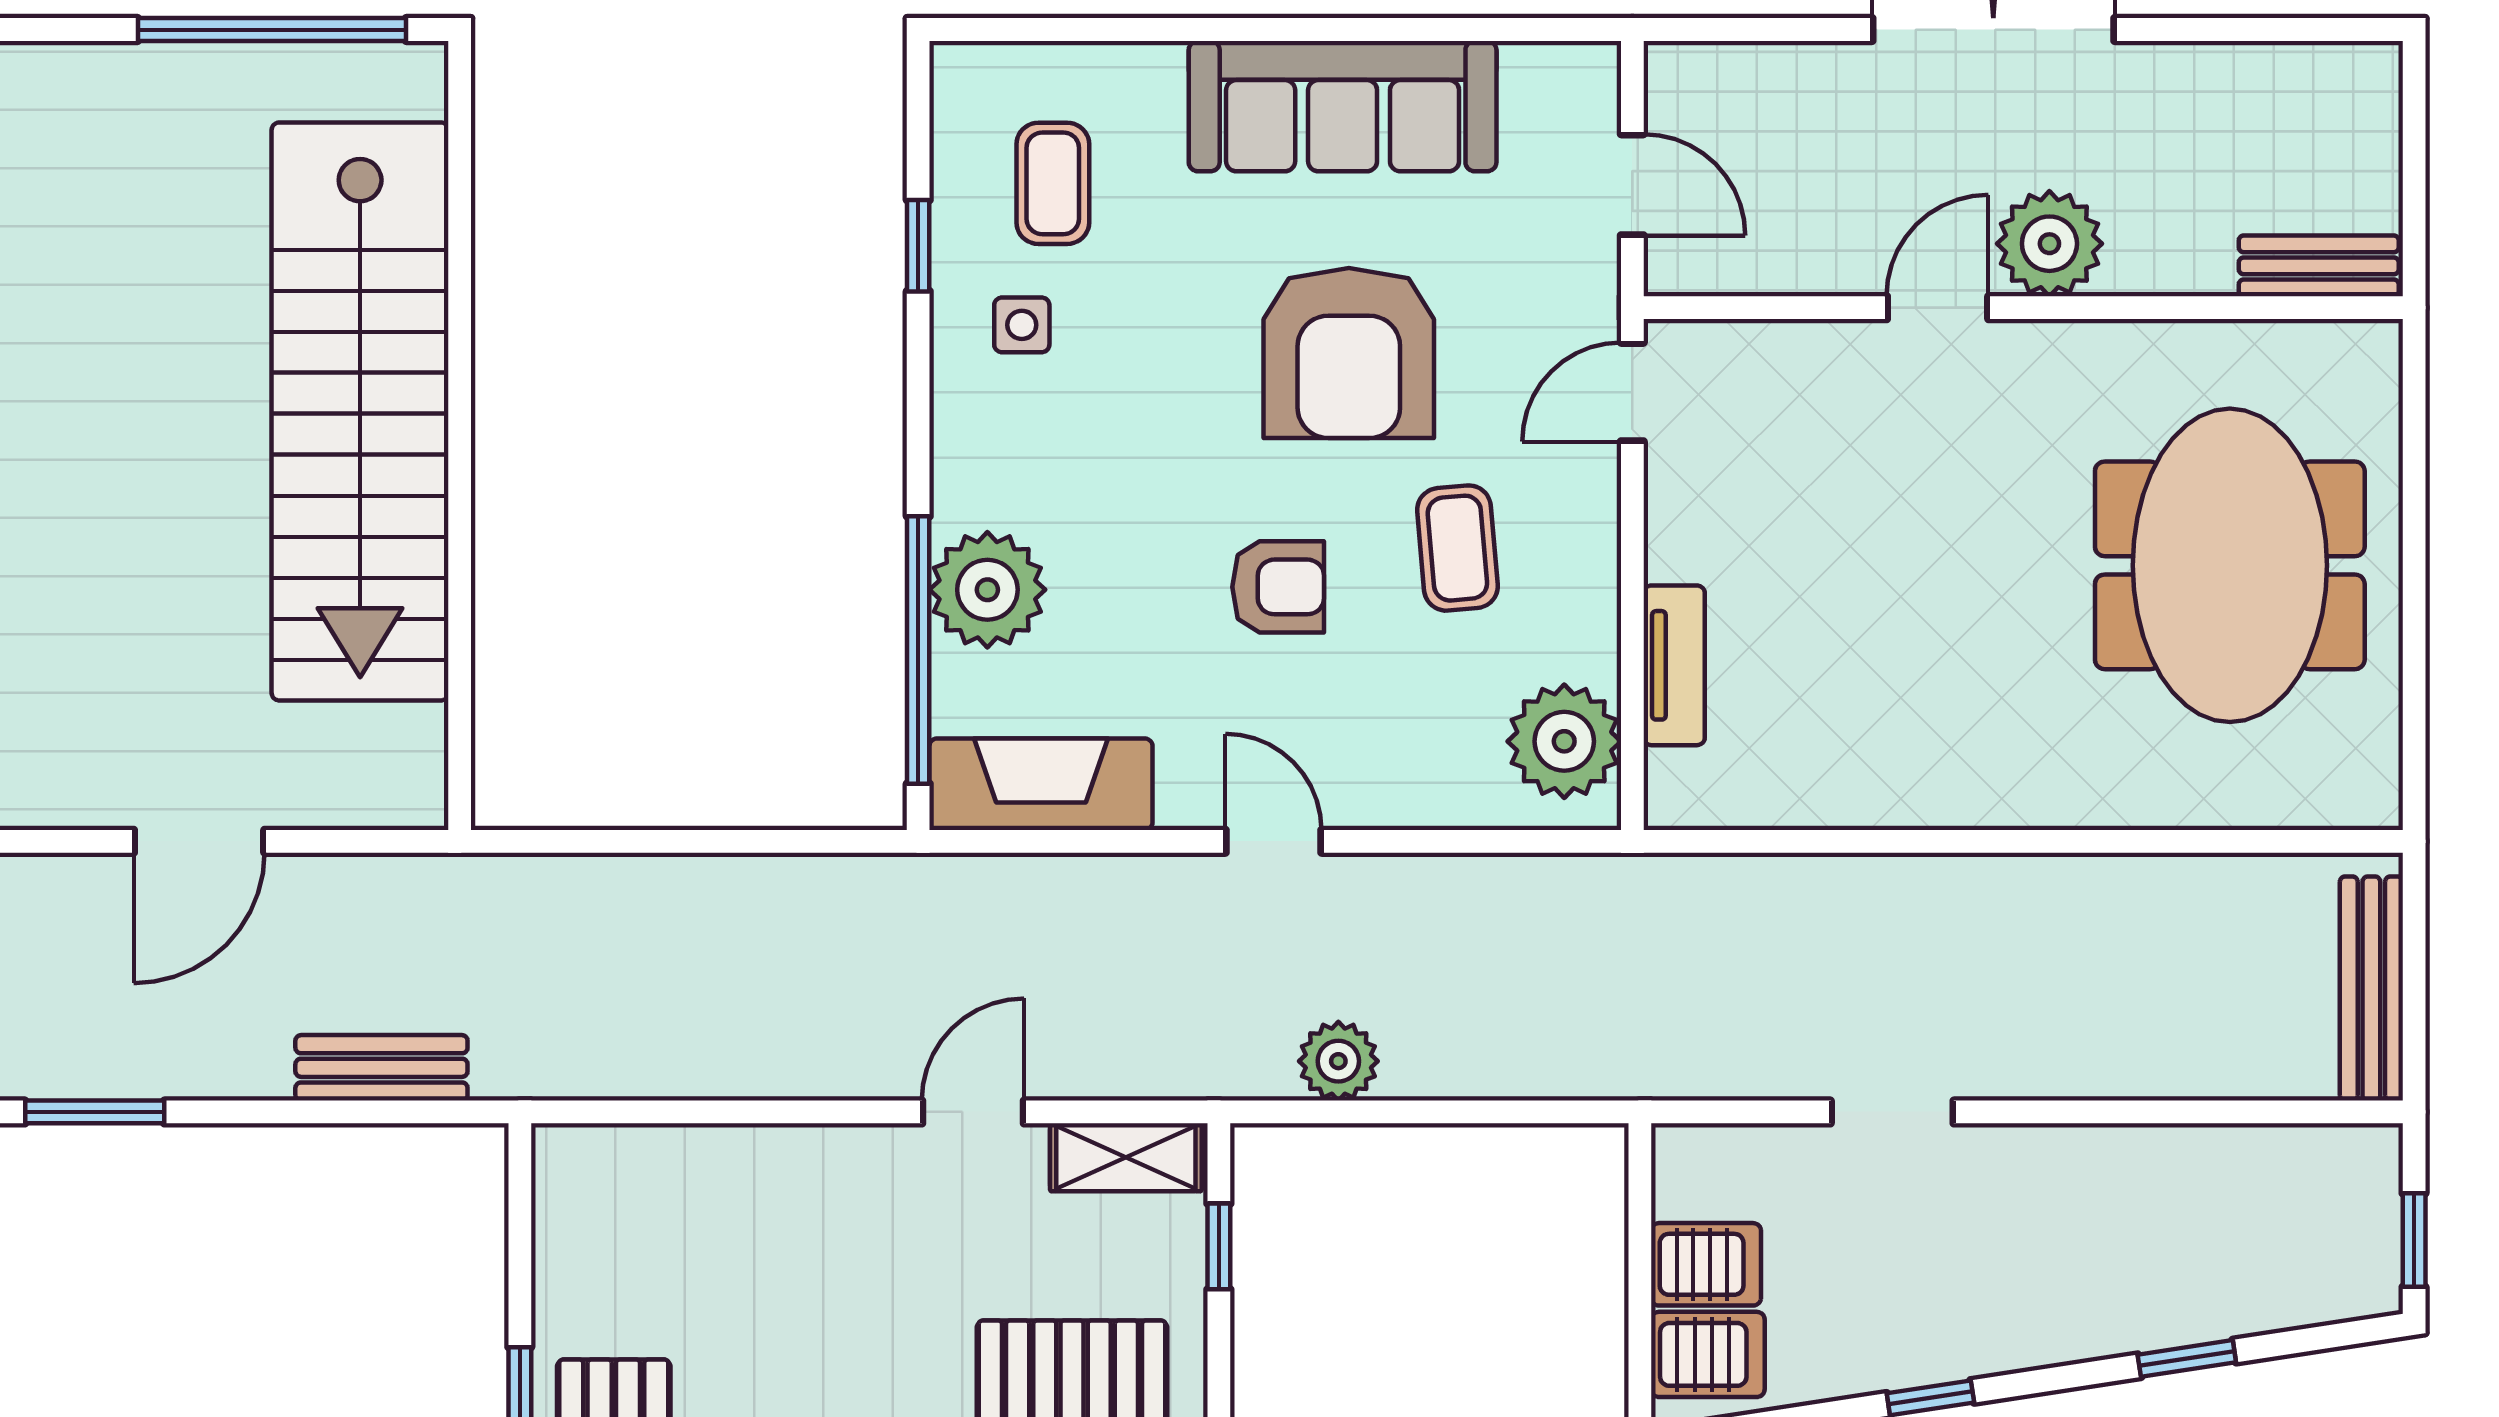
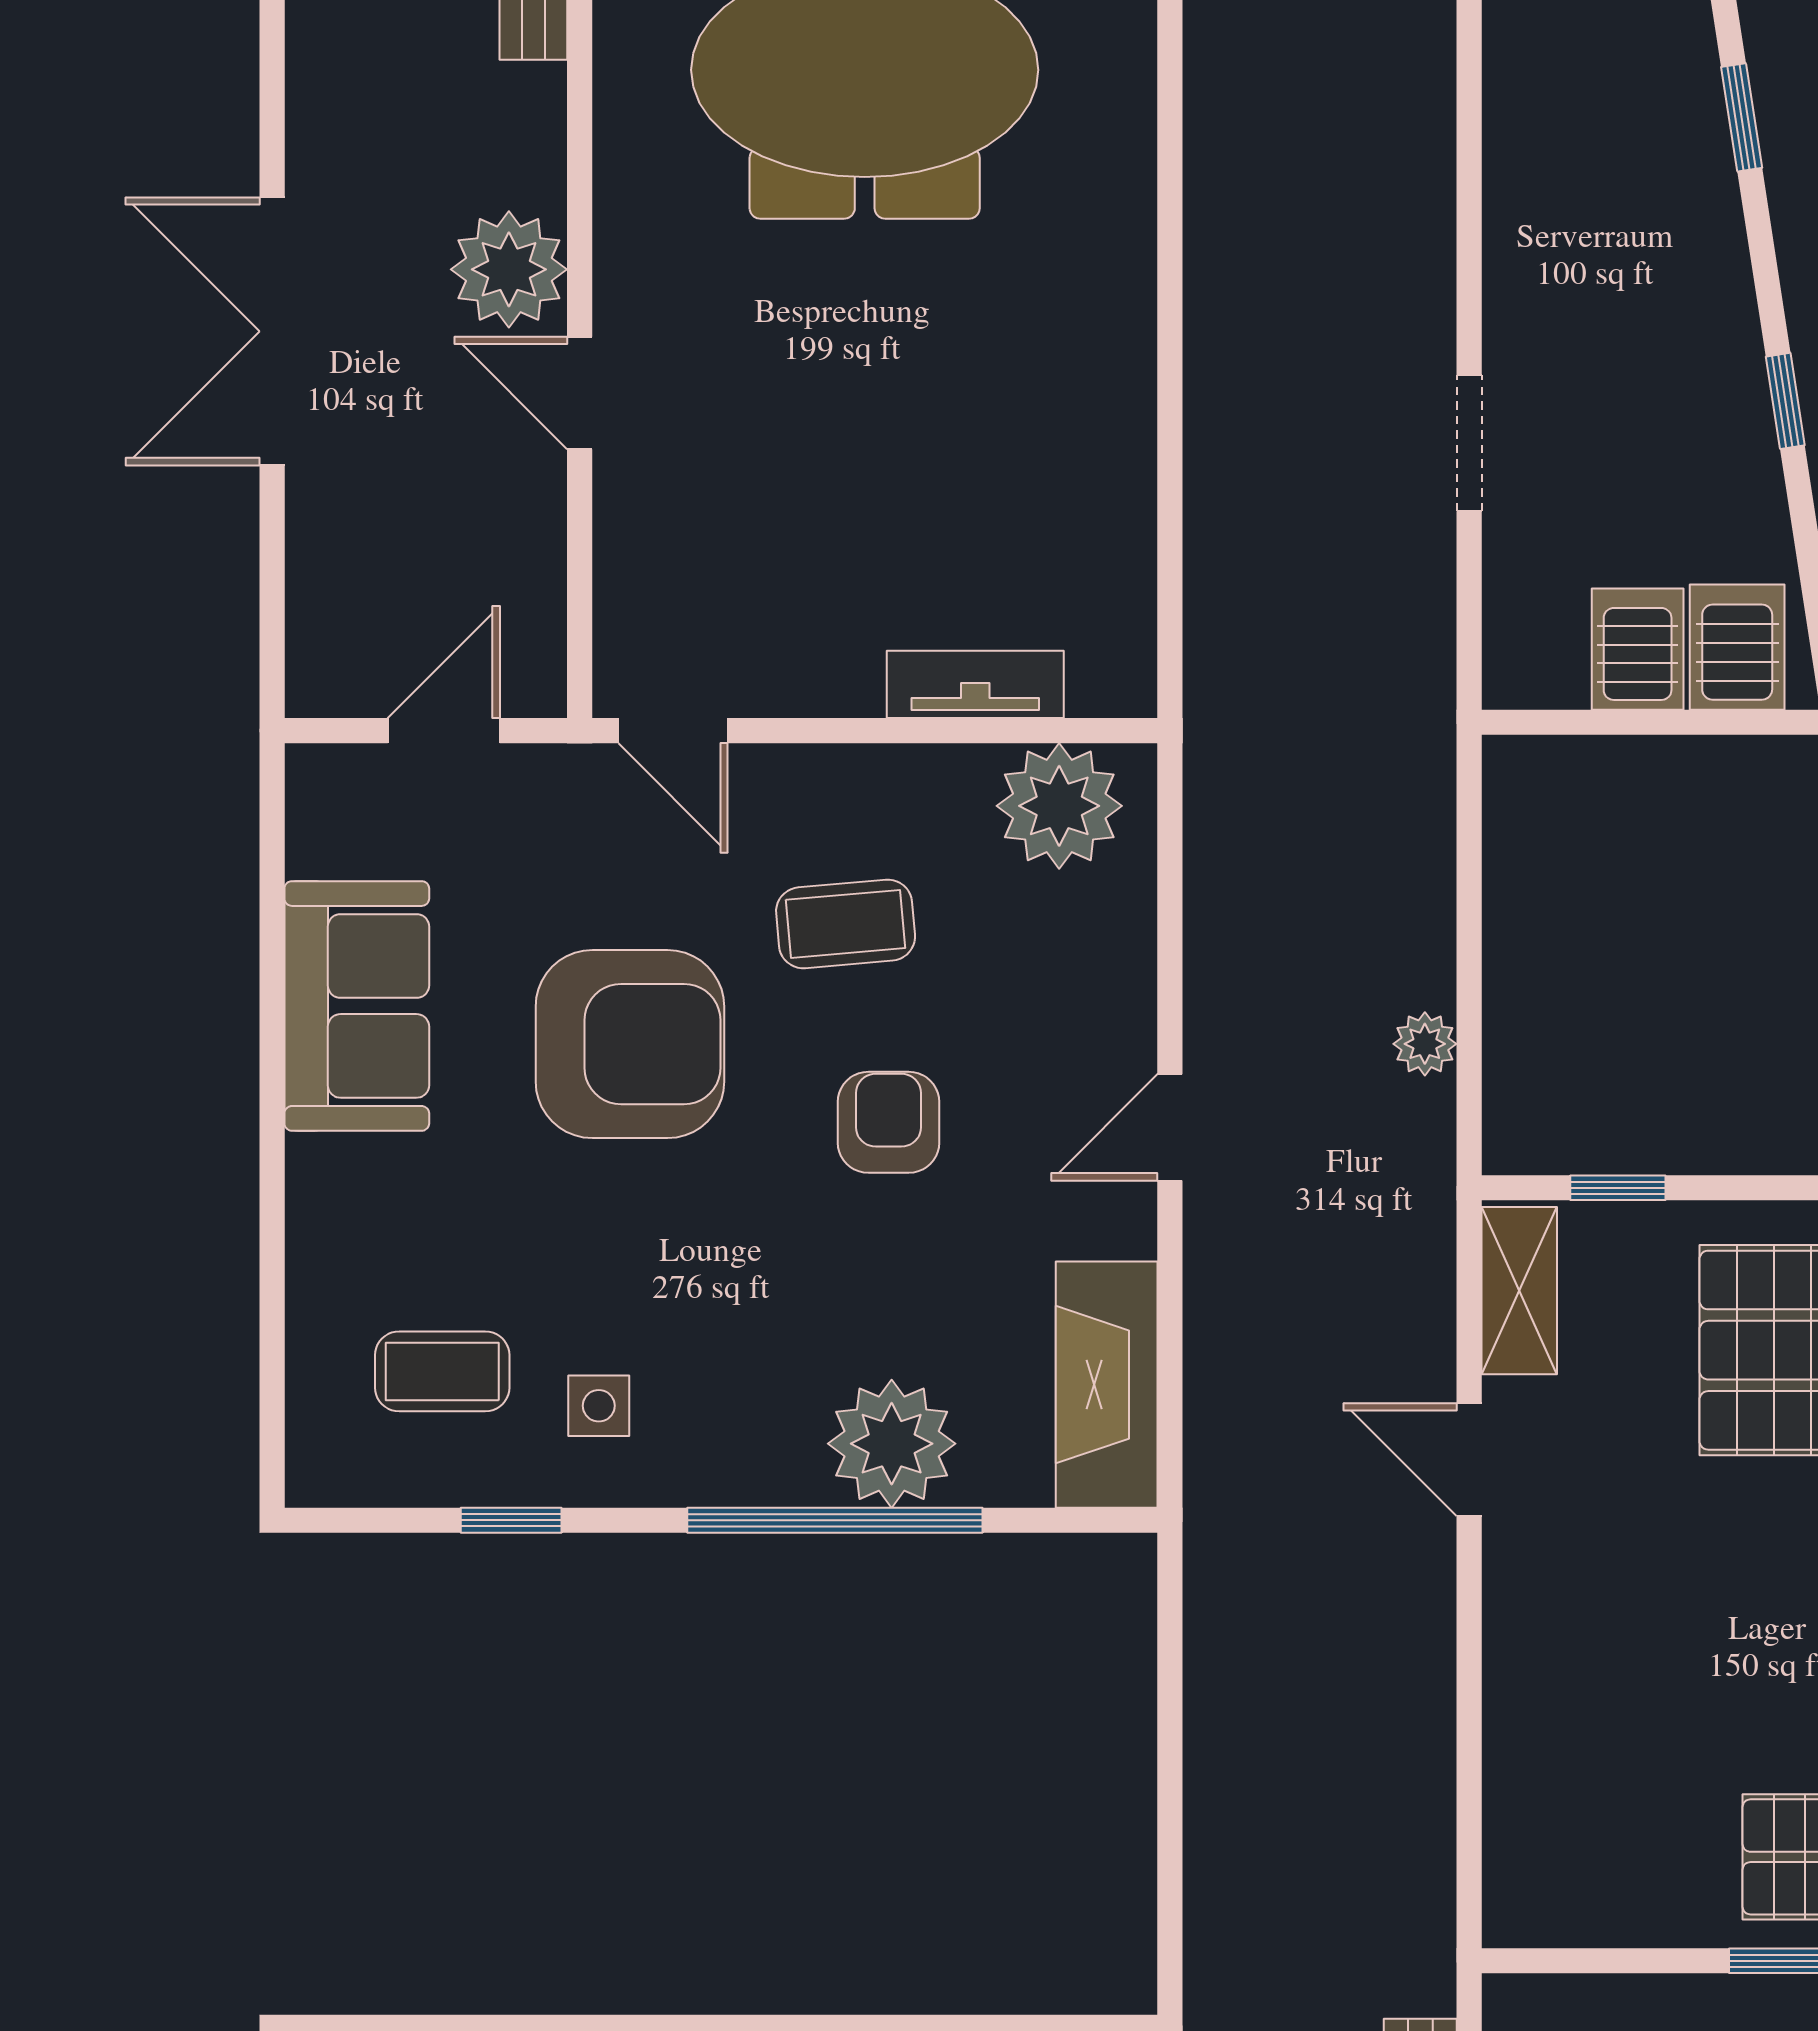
sofa: (1343, 106) -> (357, 1006), width x0.73
window: (918, 650) -> (835, 1520), moved
plant: (1338, 1061) -> (1425, 1044), width x0.73, depth x0.73

